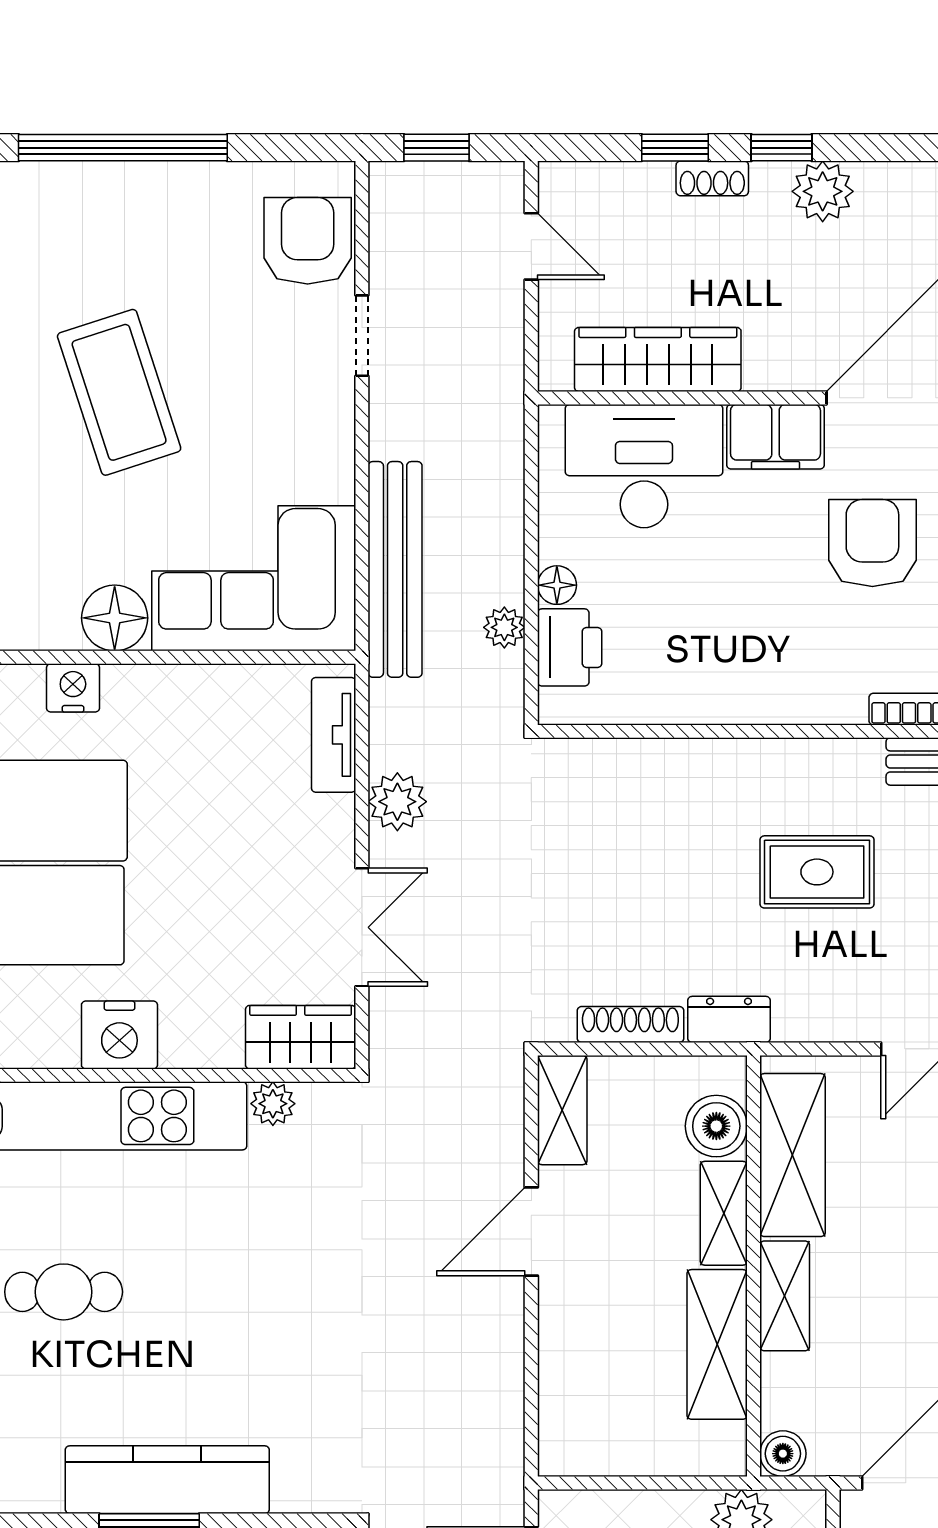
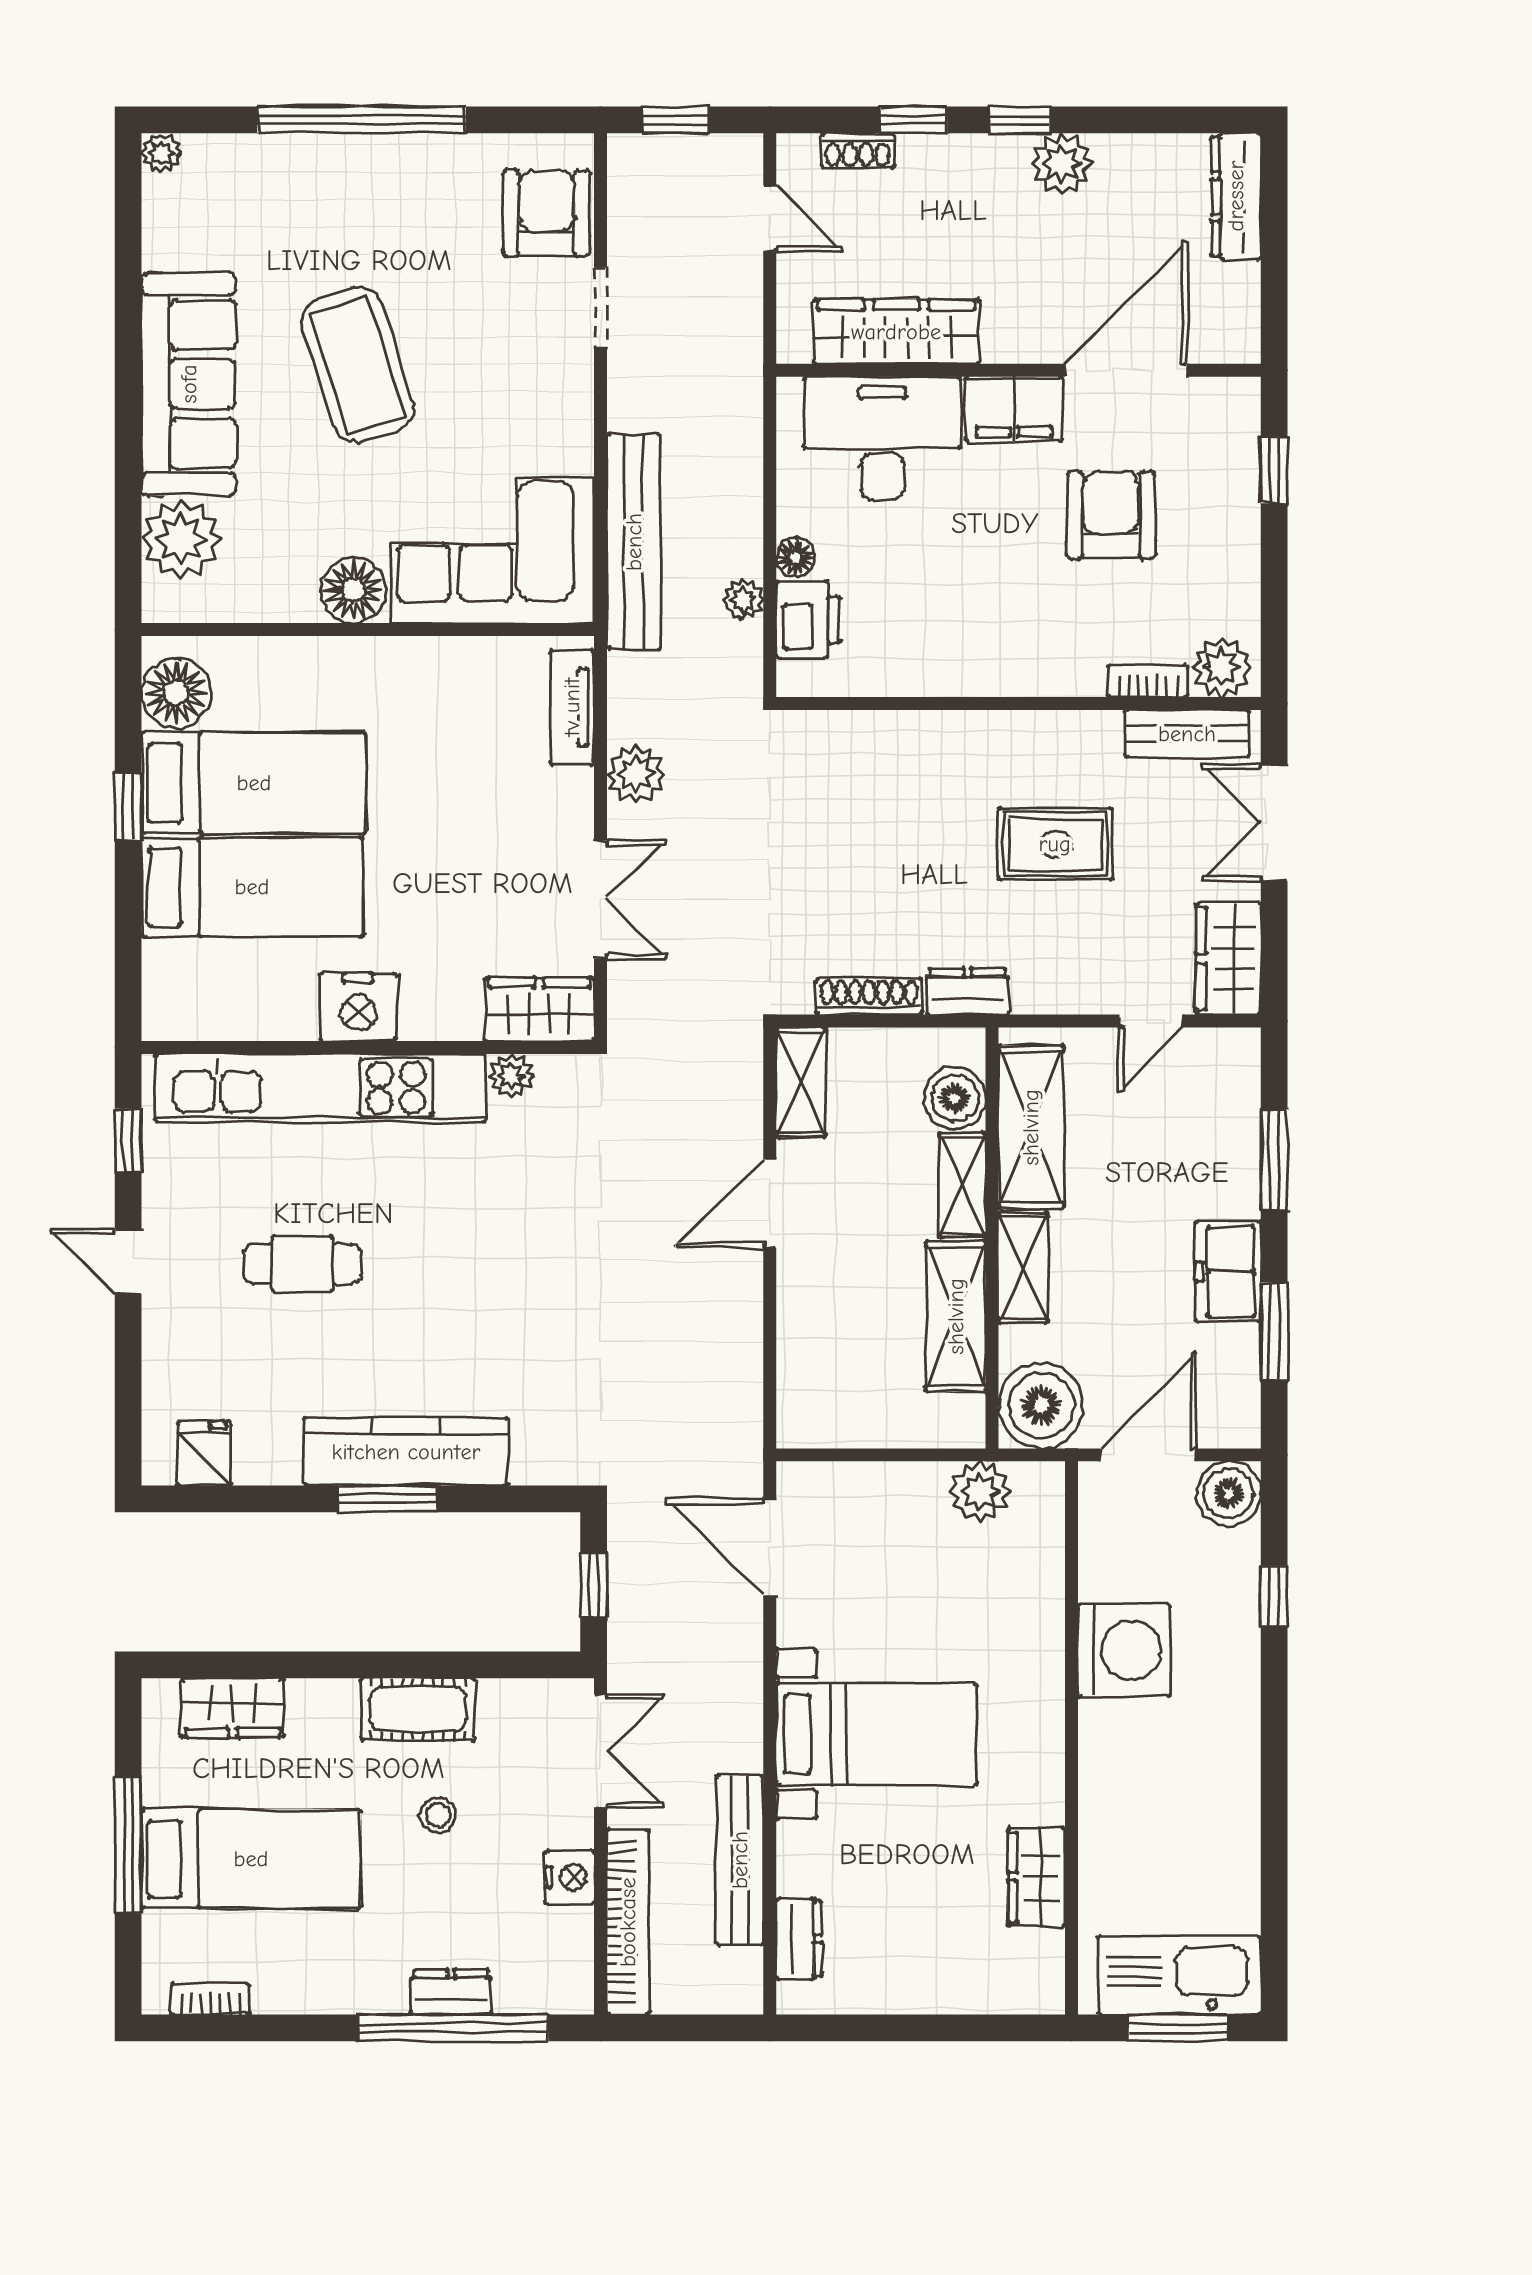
shoe rack: (712, 178) -> (858, 151), moved
nightstand: (73, 688) -> (312, 660), removed
boiler: (783, 1454) -> (1041, 1406), width x1.86, depth x1.86

